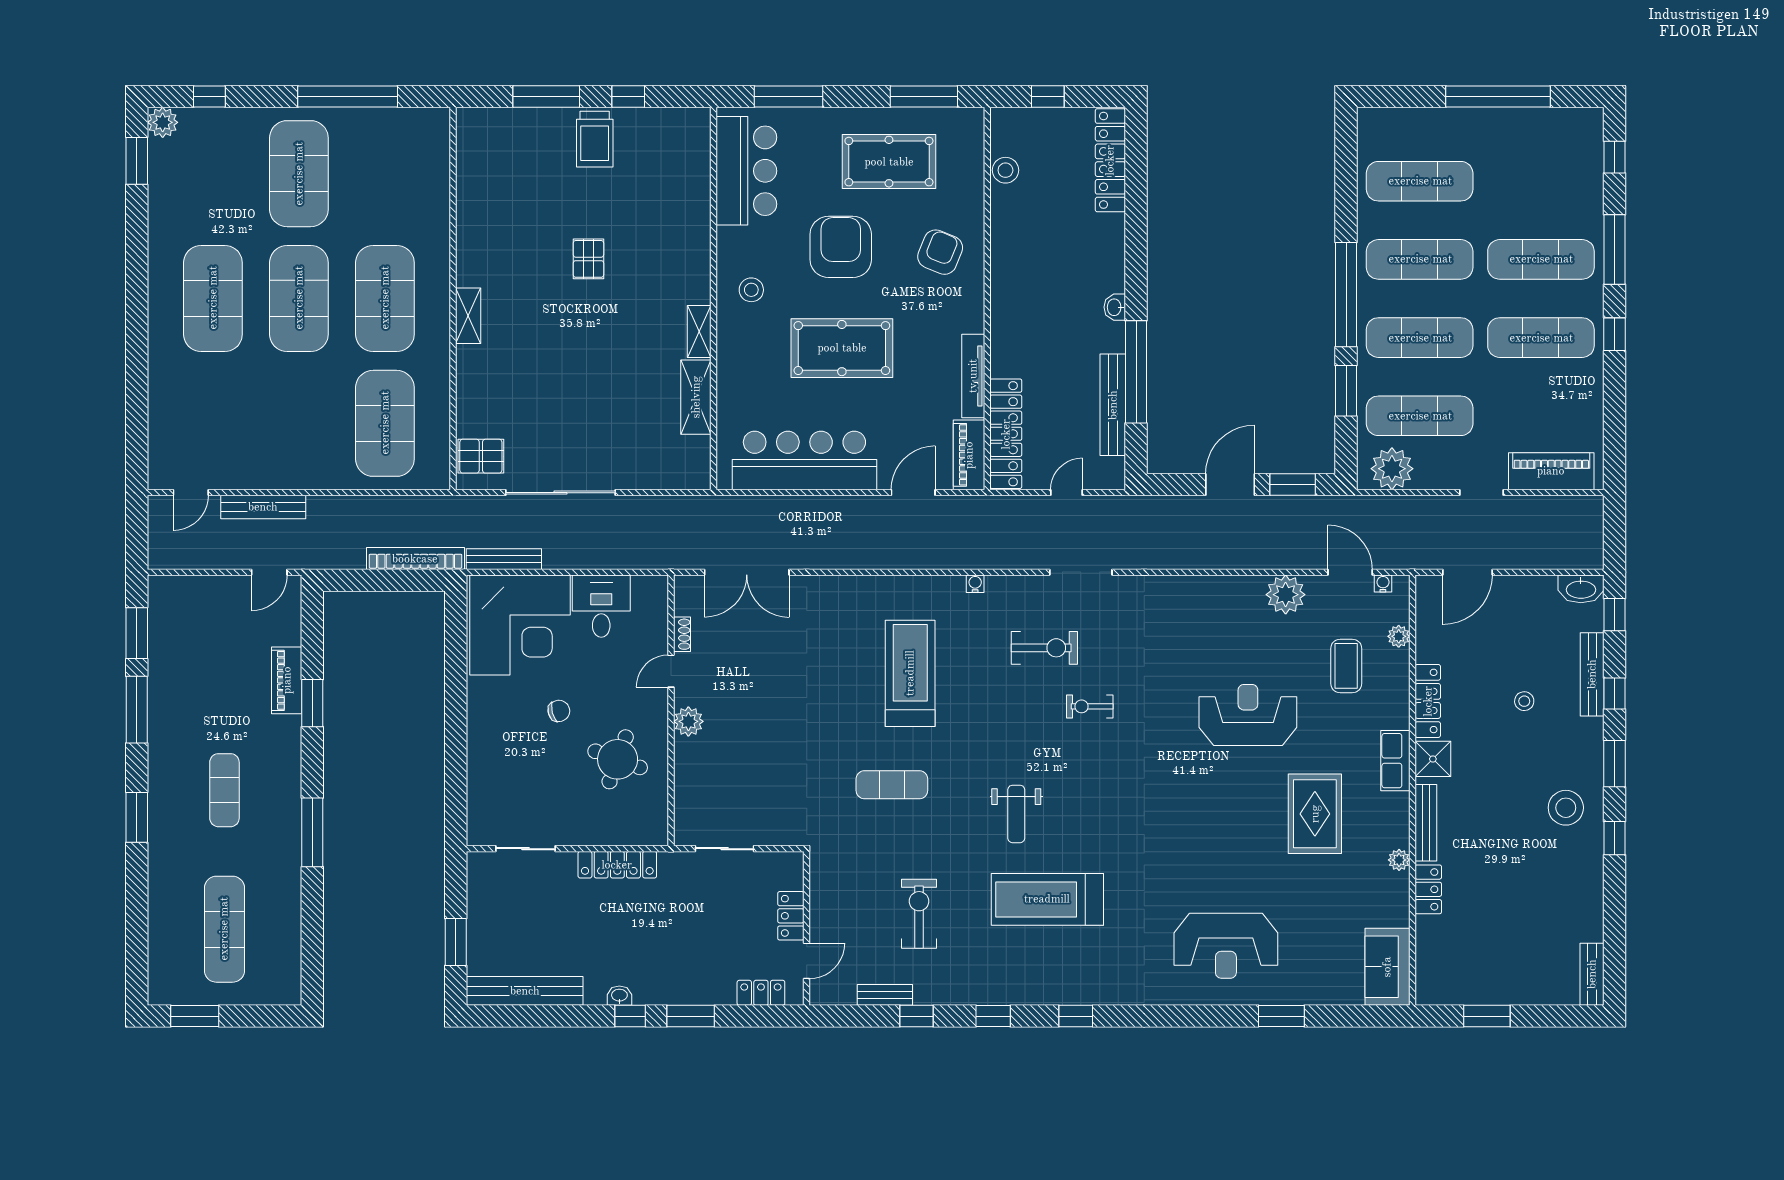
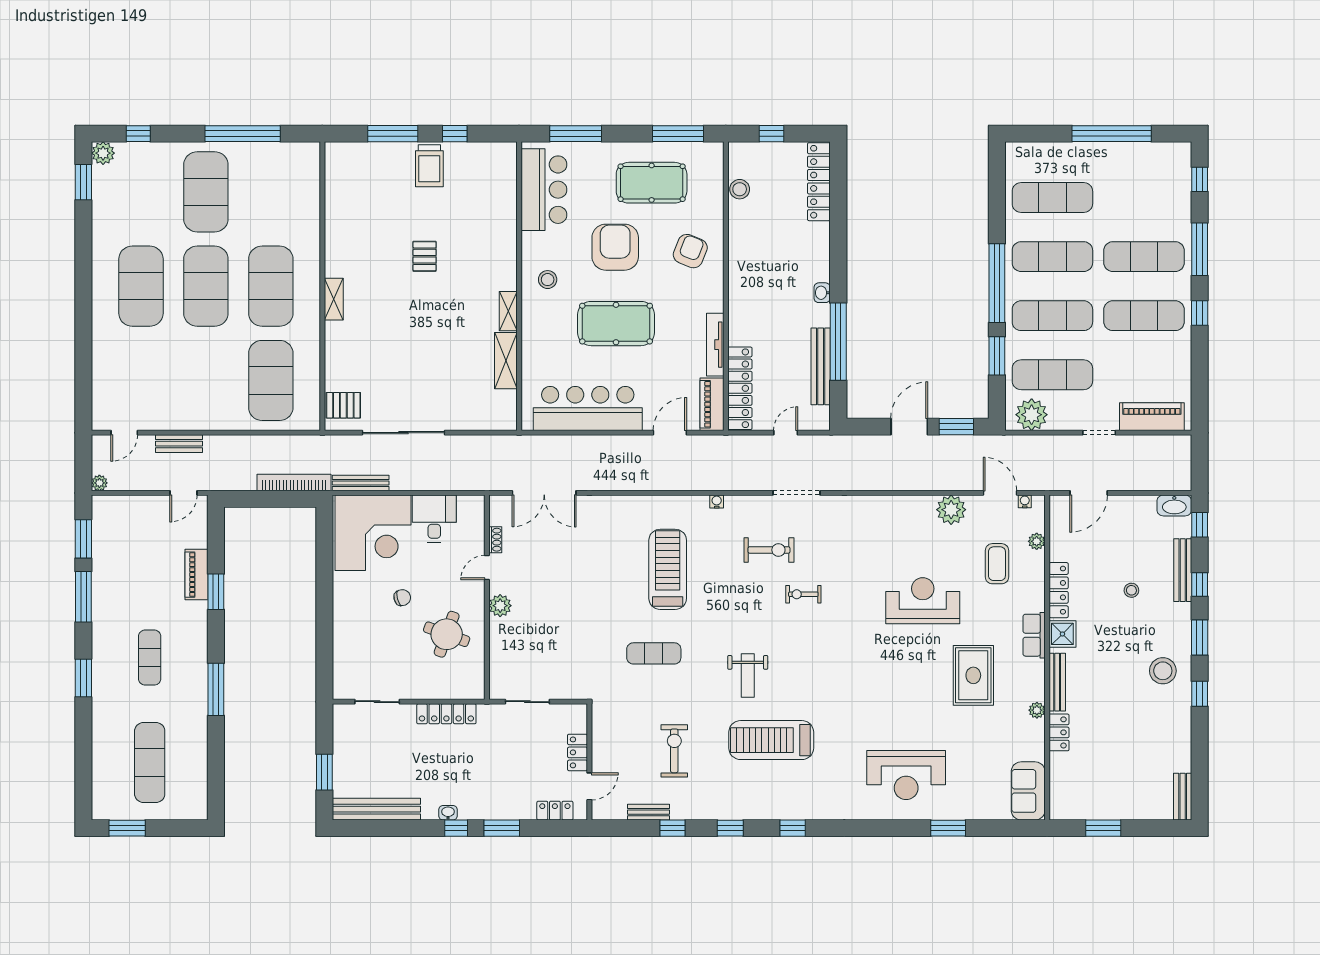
bench: (263, 507) -> (179, 444), width x0.73
plant: (158, 559) -> (99, 483), added

